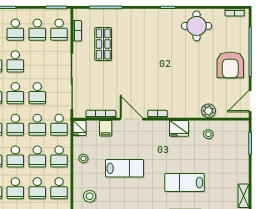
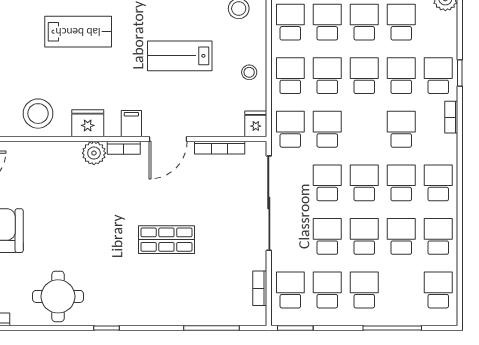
shop shelf: (103, 44) -> (166, 240), moved, turned 90
plant: (208, 111) -> (94, 153), moved
door: (131, 119) -> (168, 139), hinge flipped
school desk: (15, 125) -> (327, 236), moved
filing cabinet: (106, 128) -> (131, 124), moved
stool: (208, 134) -> (38, 114), width x1.89, depth x1.89

